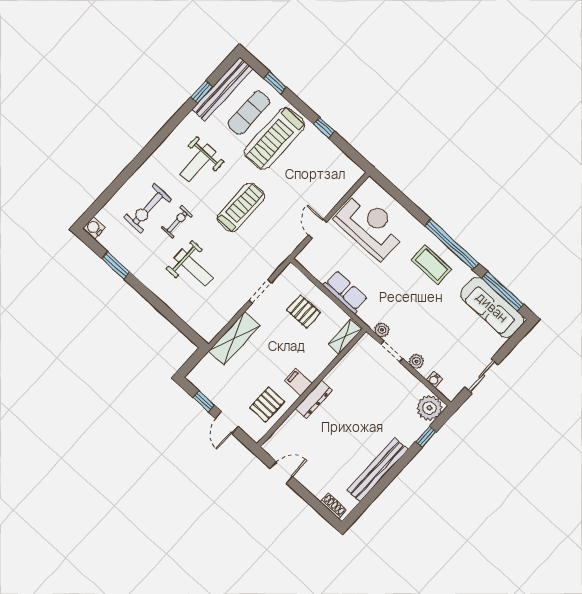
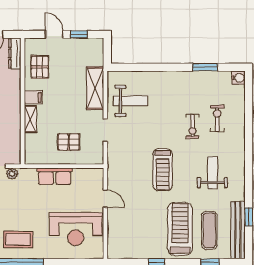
exercise bike: (148, 208) -> (217, 118), width x0.73, depth x0.72
weight bench: (194, 268) -> (131, 101), moved, turned 180
shelving: (345, 337) -> (30, 119), moved
dresser: (314, 400) -> (15, 53), moved

